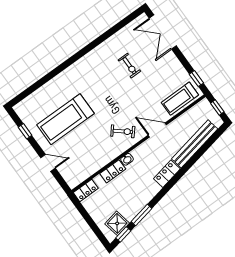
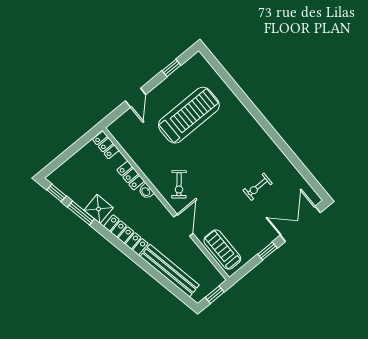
window: (196, 79) -> (267, 251), moved
treadmill: (66, 119) -> (189, 115), turned 90
locker: (167, 174) -> (126, 235), width x1.53
shower: (117, 223) -> (99, 209), moved

